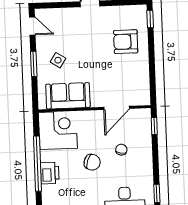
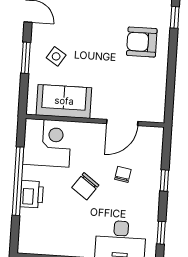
window: (154, 126) -> (164, 181), moved
chair: (92, 162) -> (85, 186), turned 107

